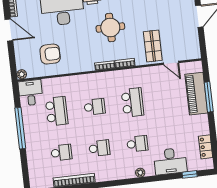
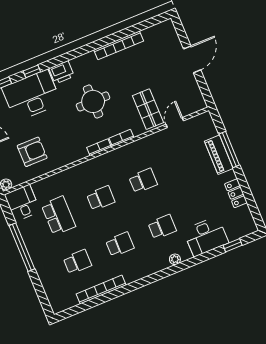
door: (171, 63) -> (175, 123), swing flipped
piano: (196, 94) -> (219, 155), width x0.73, depth x0.75
school desk: (132, 102) -> (143, 181), width x0.54
locker: (206, 147) -> (236, 193), moved

